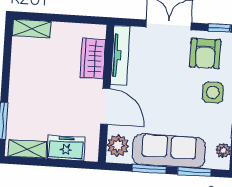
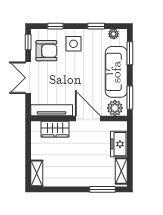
door: (105, 106) -> (88, 118), hinge flipped
window: (149, 169) -> (130, 98), moved

